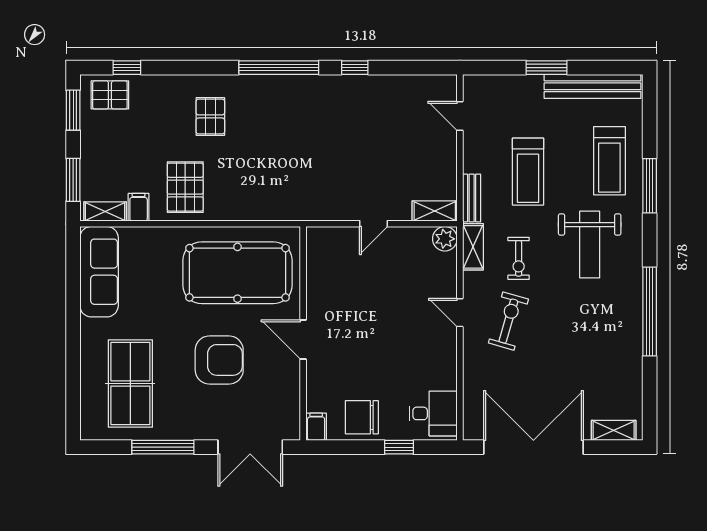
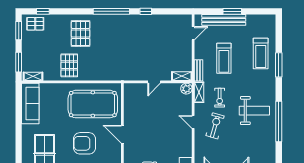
bench: (593, 86) -> (224, 20), moved
pallet: (210, 116) -> (81, 33), width x1.50, depth x1.42
door: (460, 116) -> (193, 33), swing flipped
filing cabinet: (139, 207) -> (48, 74), removed
weight bench: (590, 245) -> (254, 111), moved, turned -90
armchair: (219, 360) -> (85, 143), turned 180

